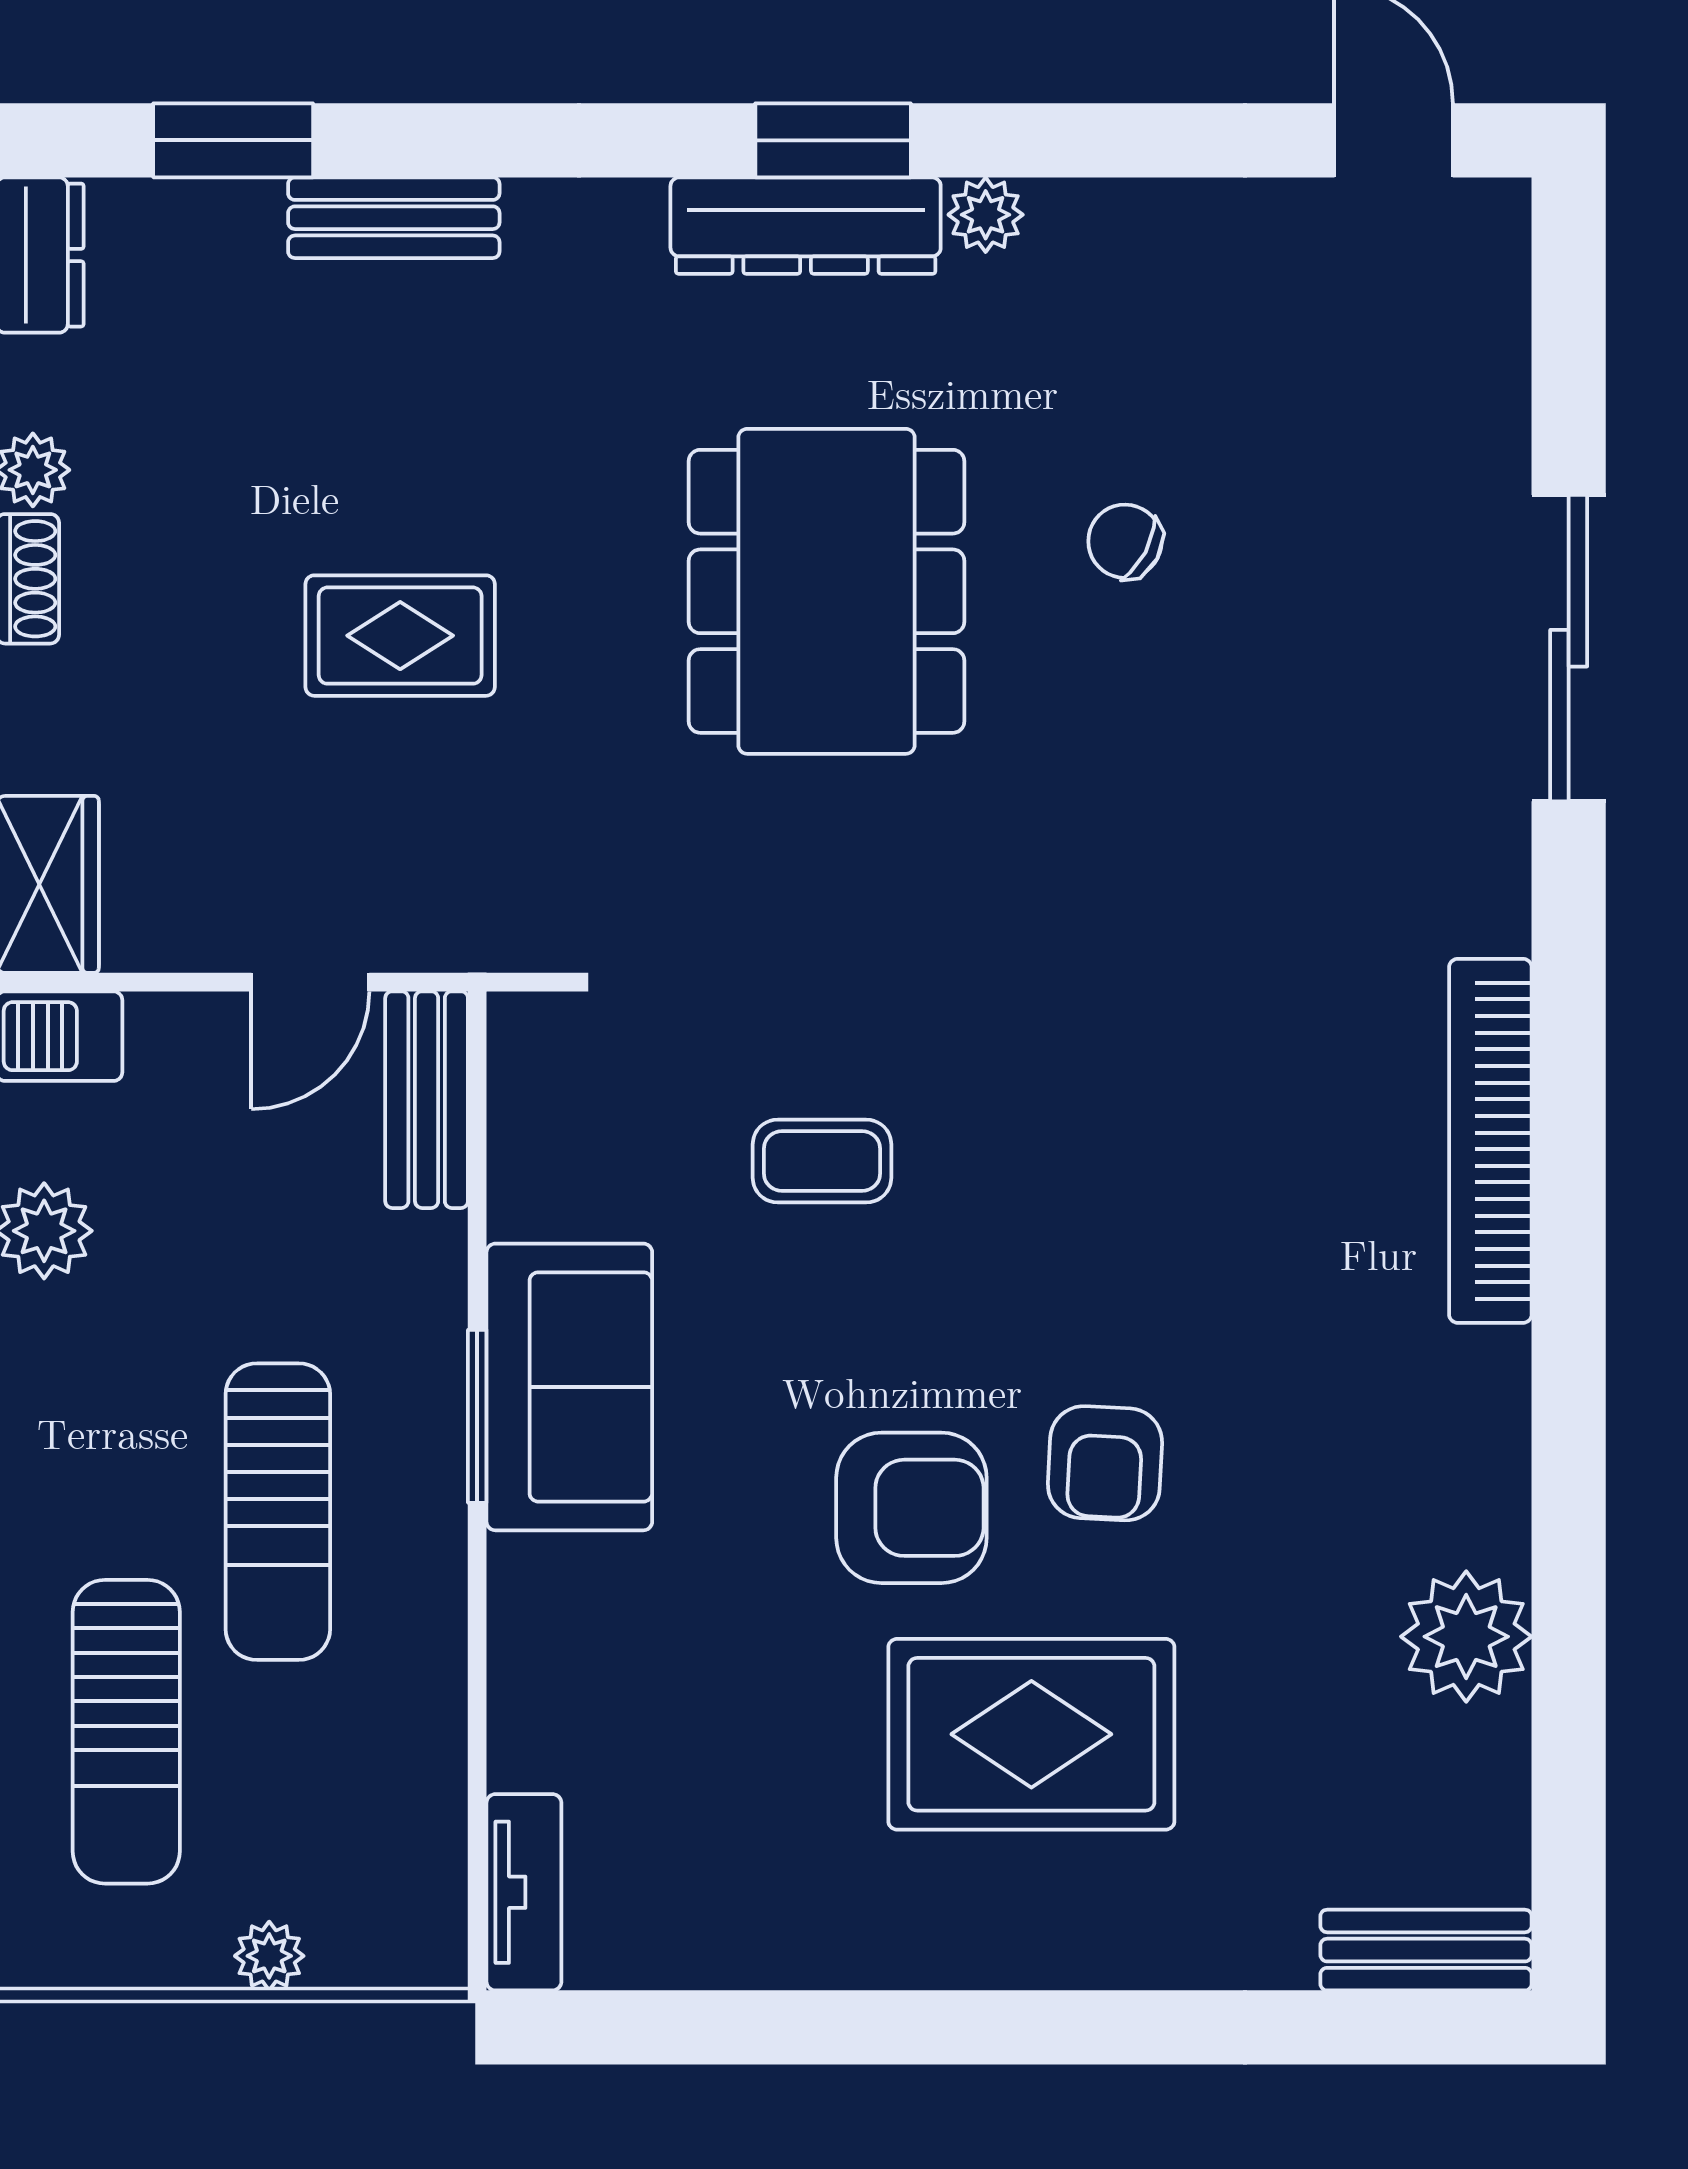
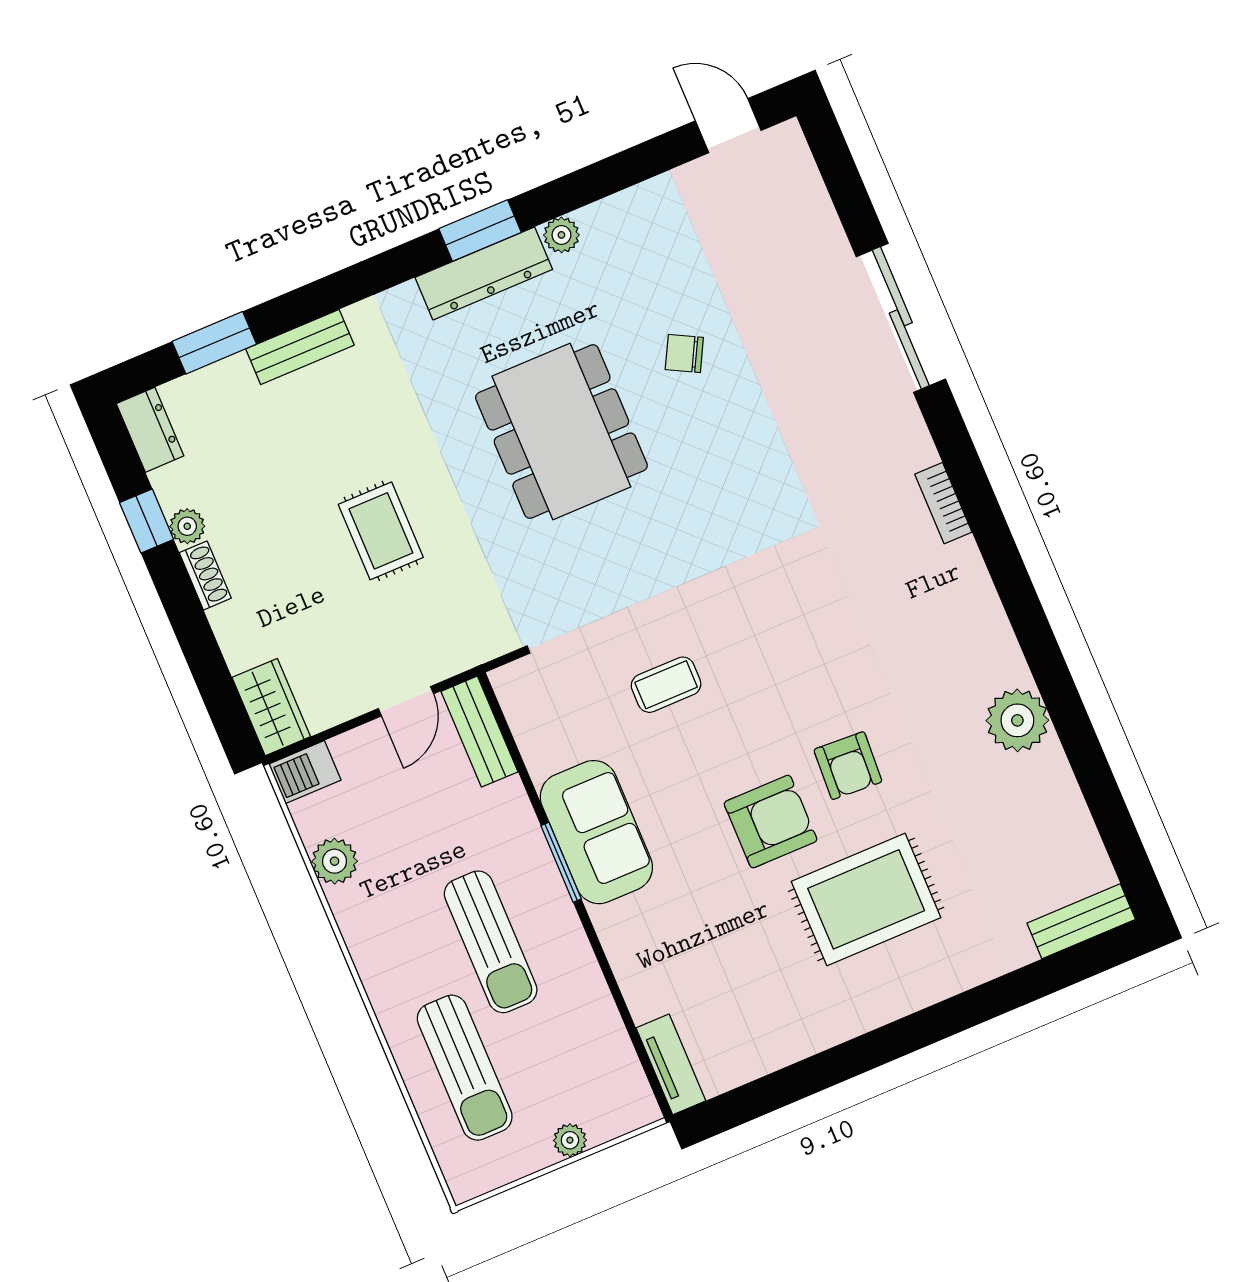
rug: (400, 636) -> (381, 531), turned 90
bookcase: (1490, 1141) -> (943, 503), width x0.43, depth x0.76
plant: (1466, 1637) -> (1017, 720), moved

